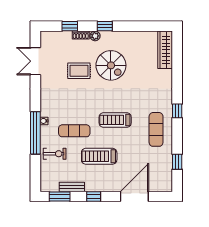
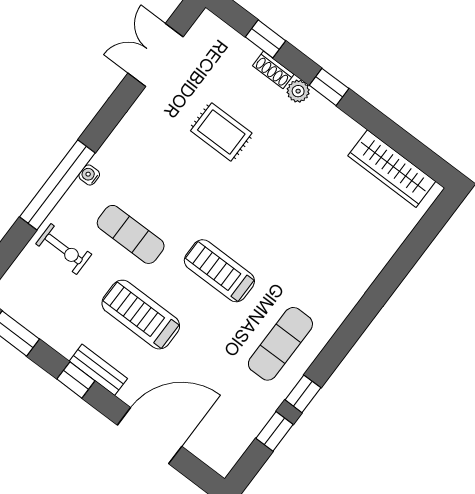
wardrobe: (165, 50) -> (392, 169), moved, turned -90
spiral stairs: (111, 65) -> (286, 166), removed
window: (177, 111) -> (303, 394), moved
bench: (72, 187) -> (98, 370), moved

